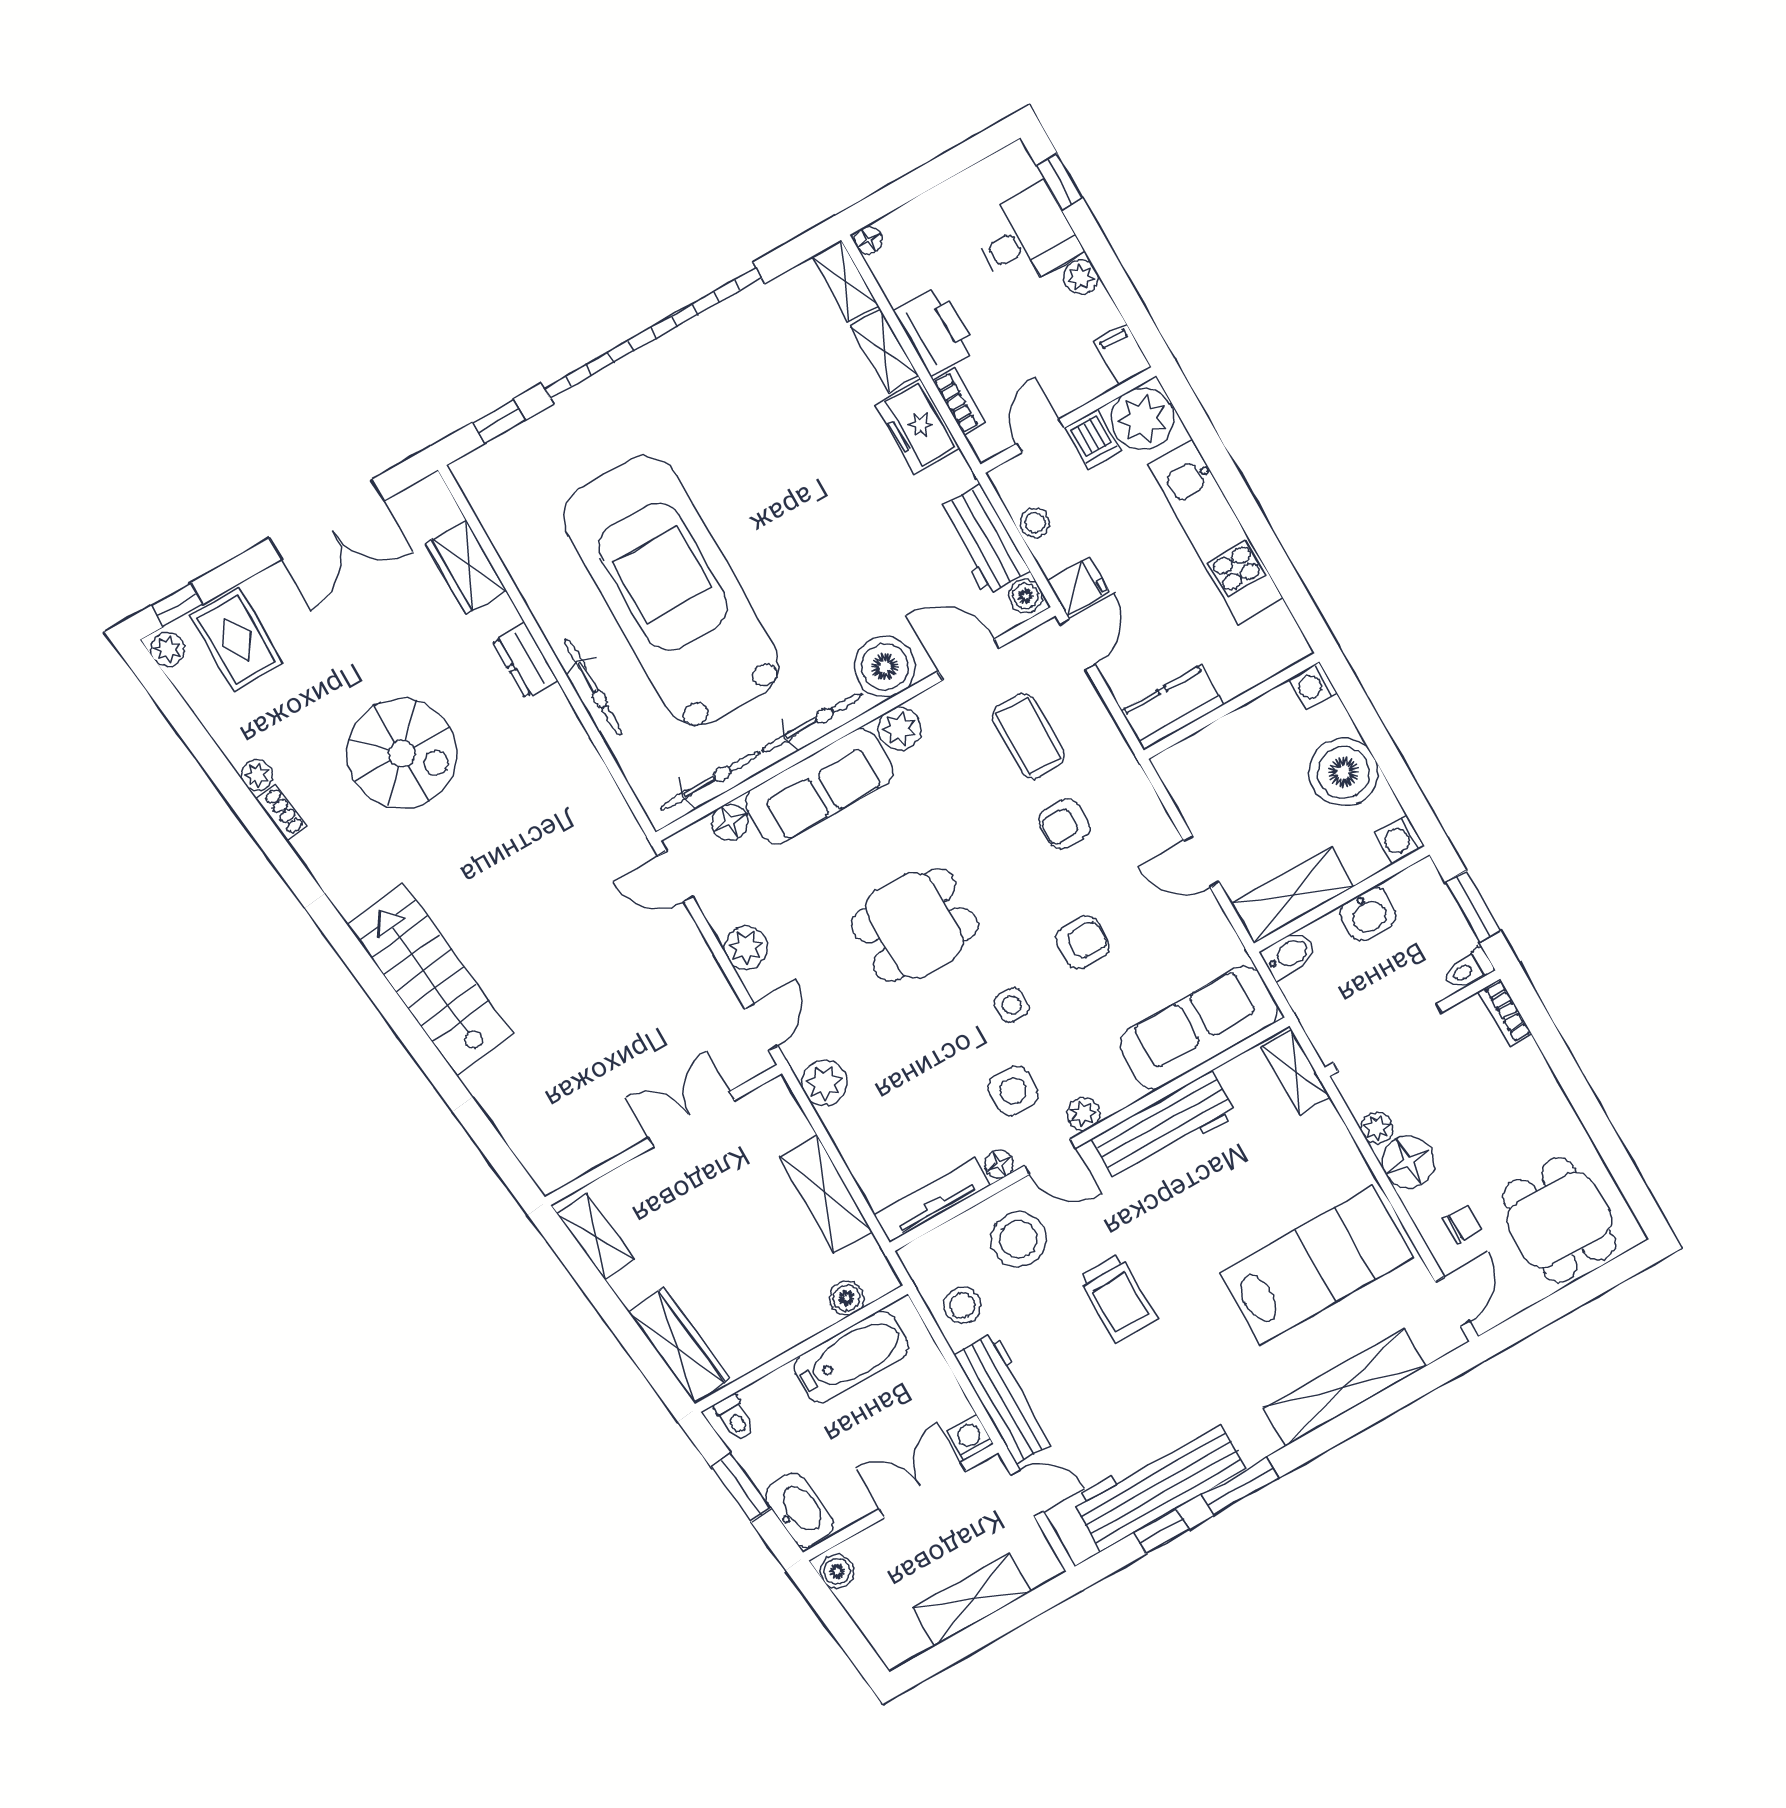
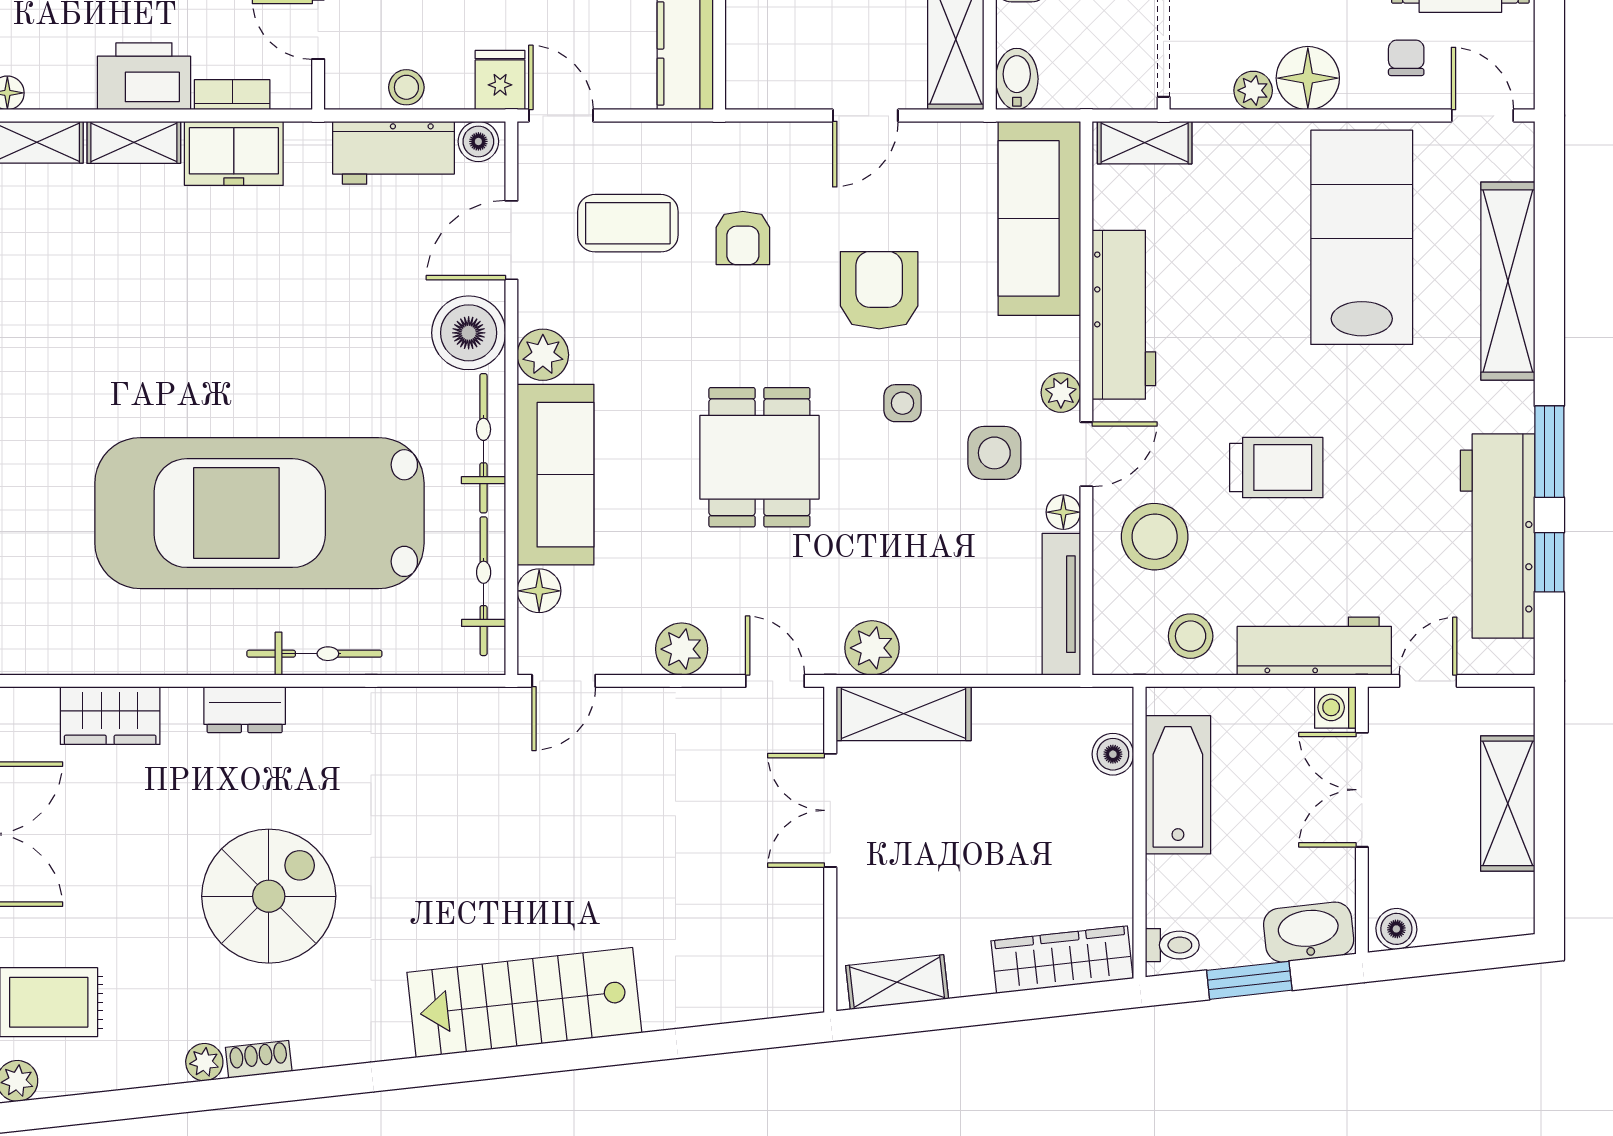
armchair: (1082, 942) -> (879, 290), width x1.38, depth x1.38
shelving: (826, 1194) -> (904, 714), moved

